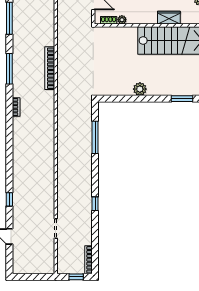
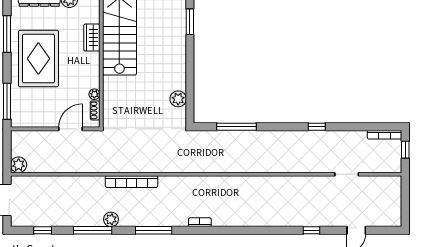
plant: (18, 33) -> (111, 219), added
bookcase: (50, 68) -> (132, 182), moved
plant: (140, 89) -> (178, 99), moved

